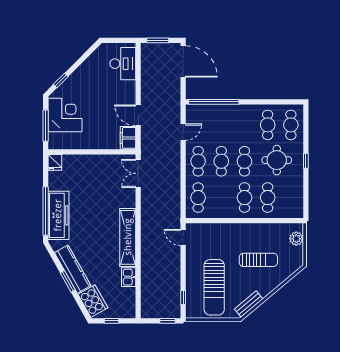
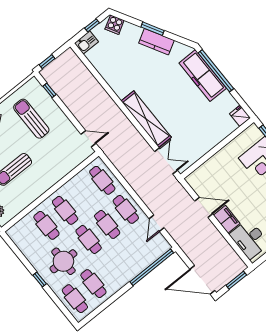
filing cabinet: (128, 138) -> (227, 219), moved
shelving: (128, 237) -> (146, 119), moved
kitchen counter: (73, 269) -> (156, 42), width x0.67
kitchen sink: (129, 277) -> (86, 42), moved, turned 90
sun lounger: (214, 287) -> (31, 119), width x0.73, depth x0.75
cooker: (93, 301) -> (115, 25), width x0.53, depth x0.76

